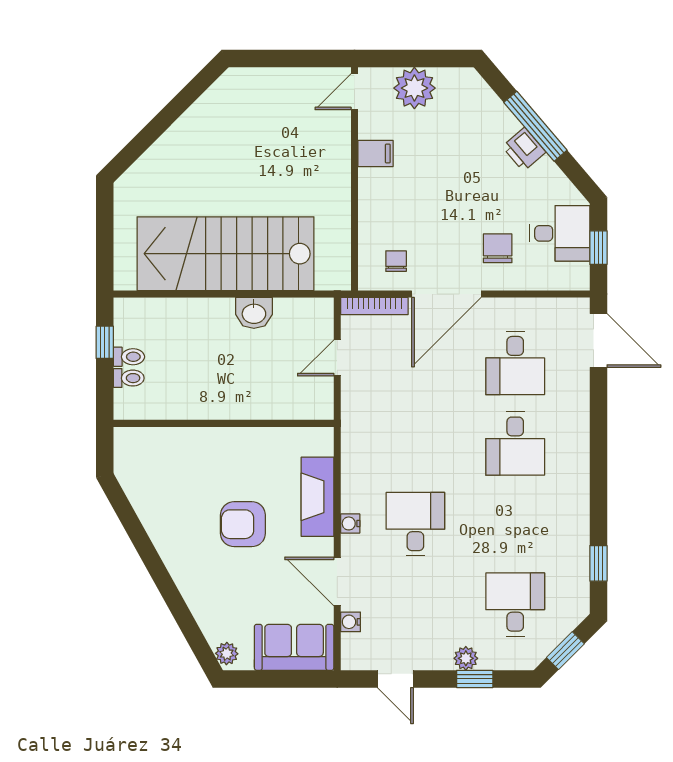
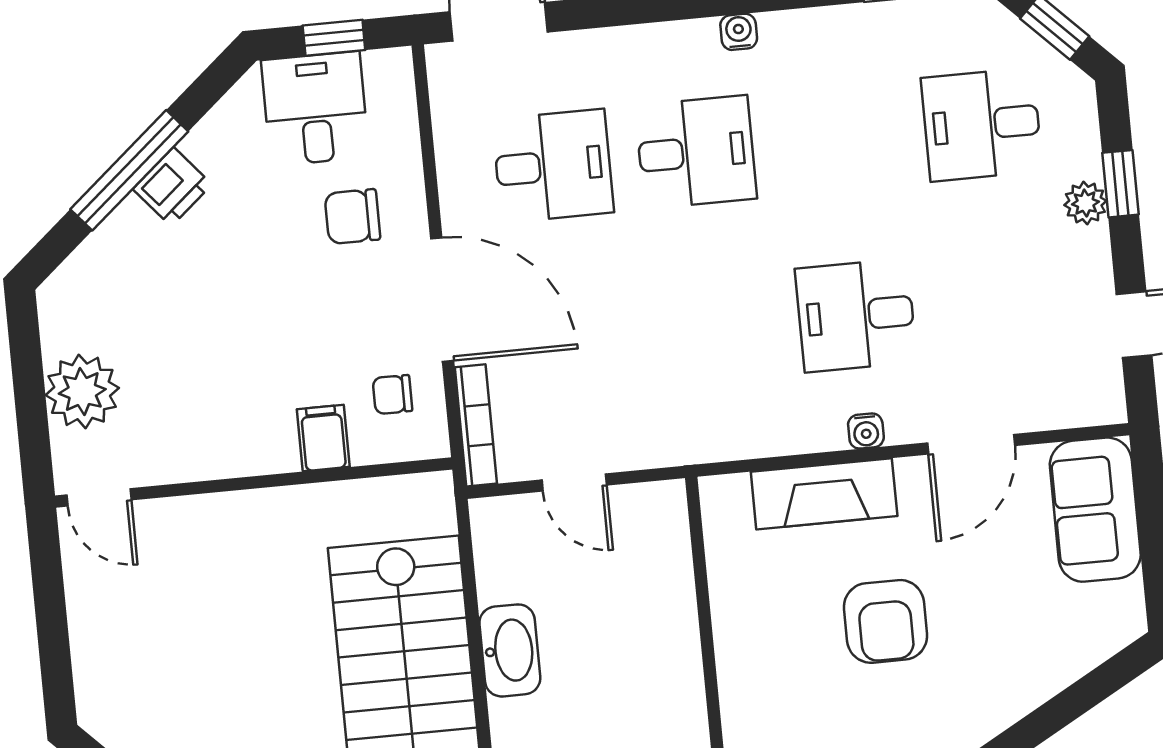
filing cabinet: (375, 154) -> (323, 438), moved
washbasin: (254, 313) -> (510, 650), width x1.38
water cooler: (351, 622) -> (739, 32), moved, turned 180
plant: (227, 654) -> (1118, 628), removed

